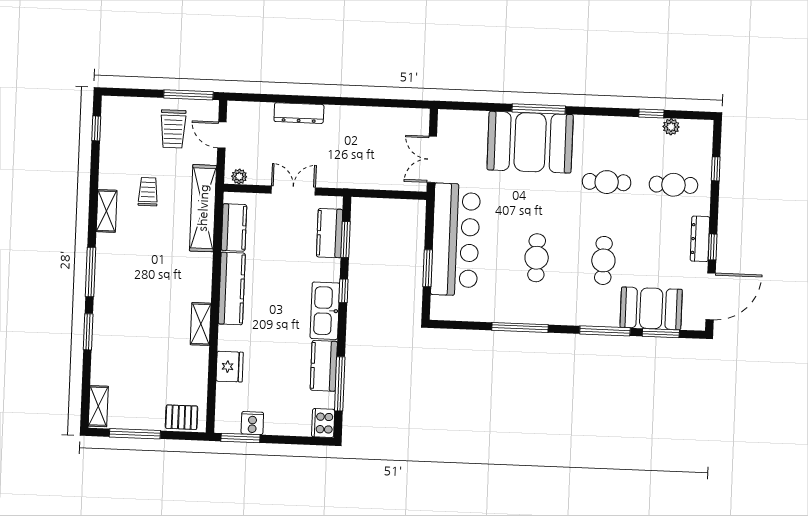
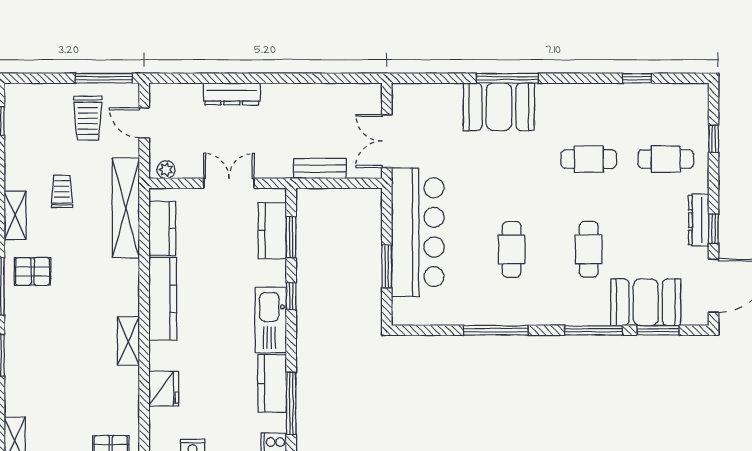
plant: (671, 127) -> (660, 93), removed
booth: (530, 142) -> (499, 107), width x0.73, depth x0.70
bench: (373, 181) -> (320, 168), added
pallet: (120, 260) -> (33, 271), added

